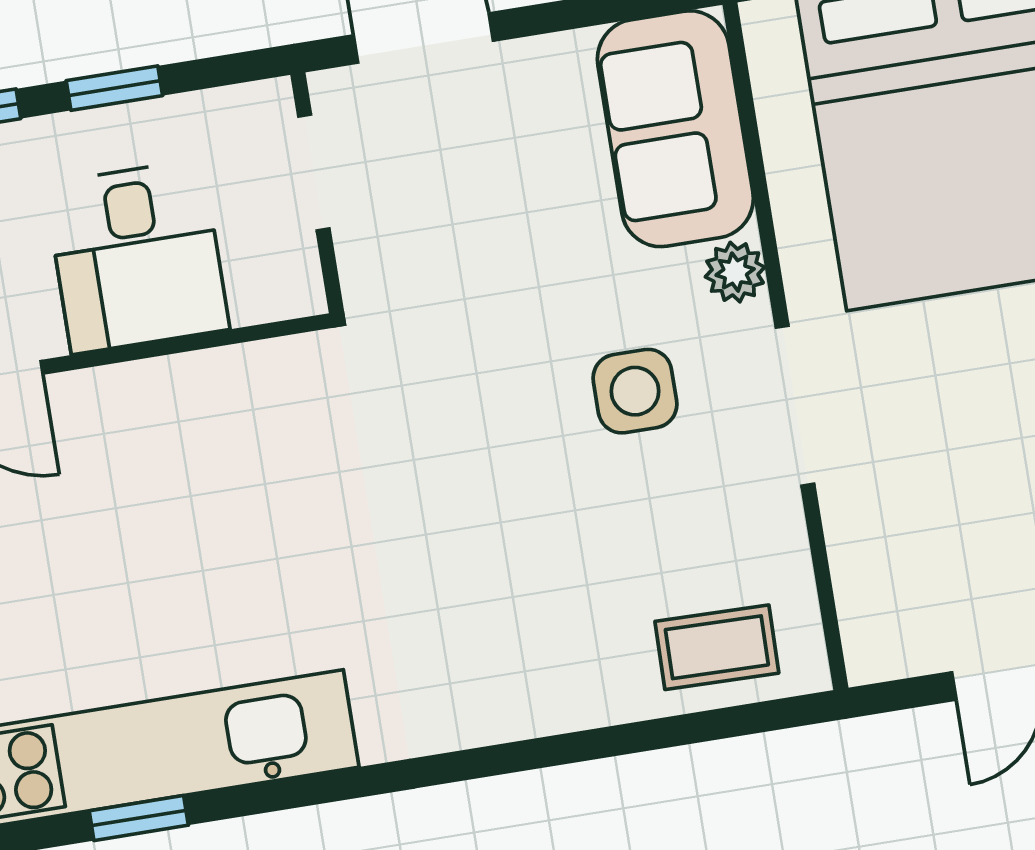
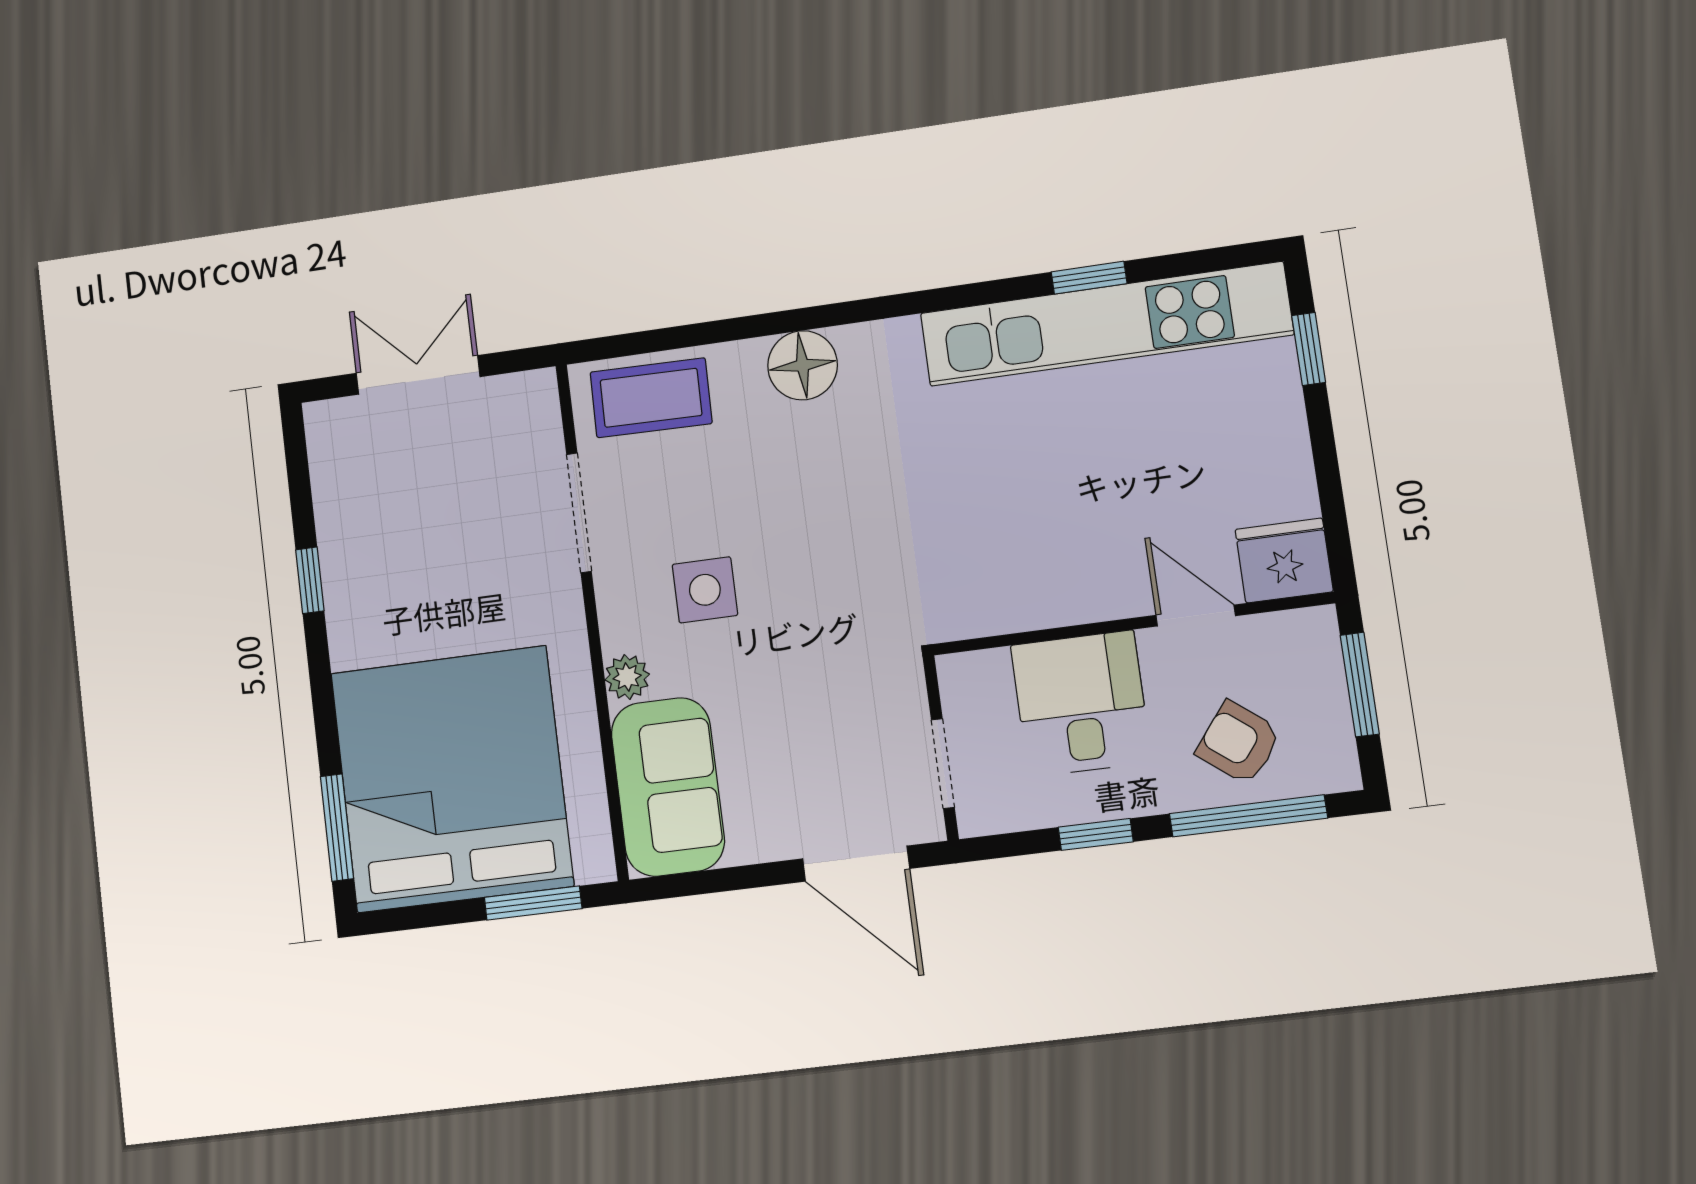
doorway: (795, 406) -> (579, 513), moved
coffee table: (717, 647) -> (651, 398), width x1.36, depth x1.30
floor lamp: (514, 695) -> (803, 365), added

